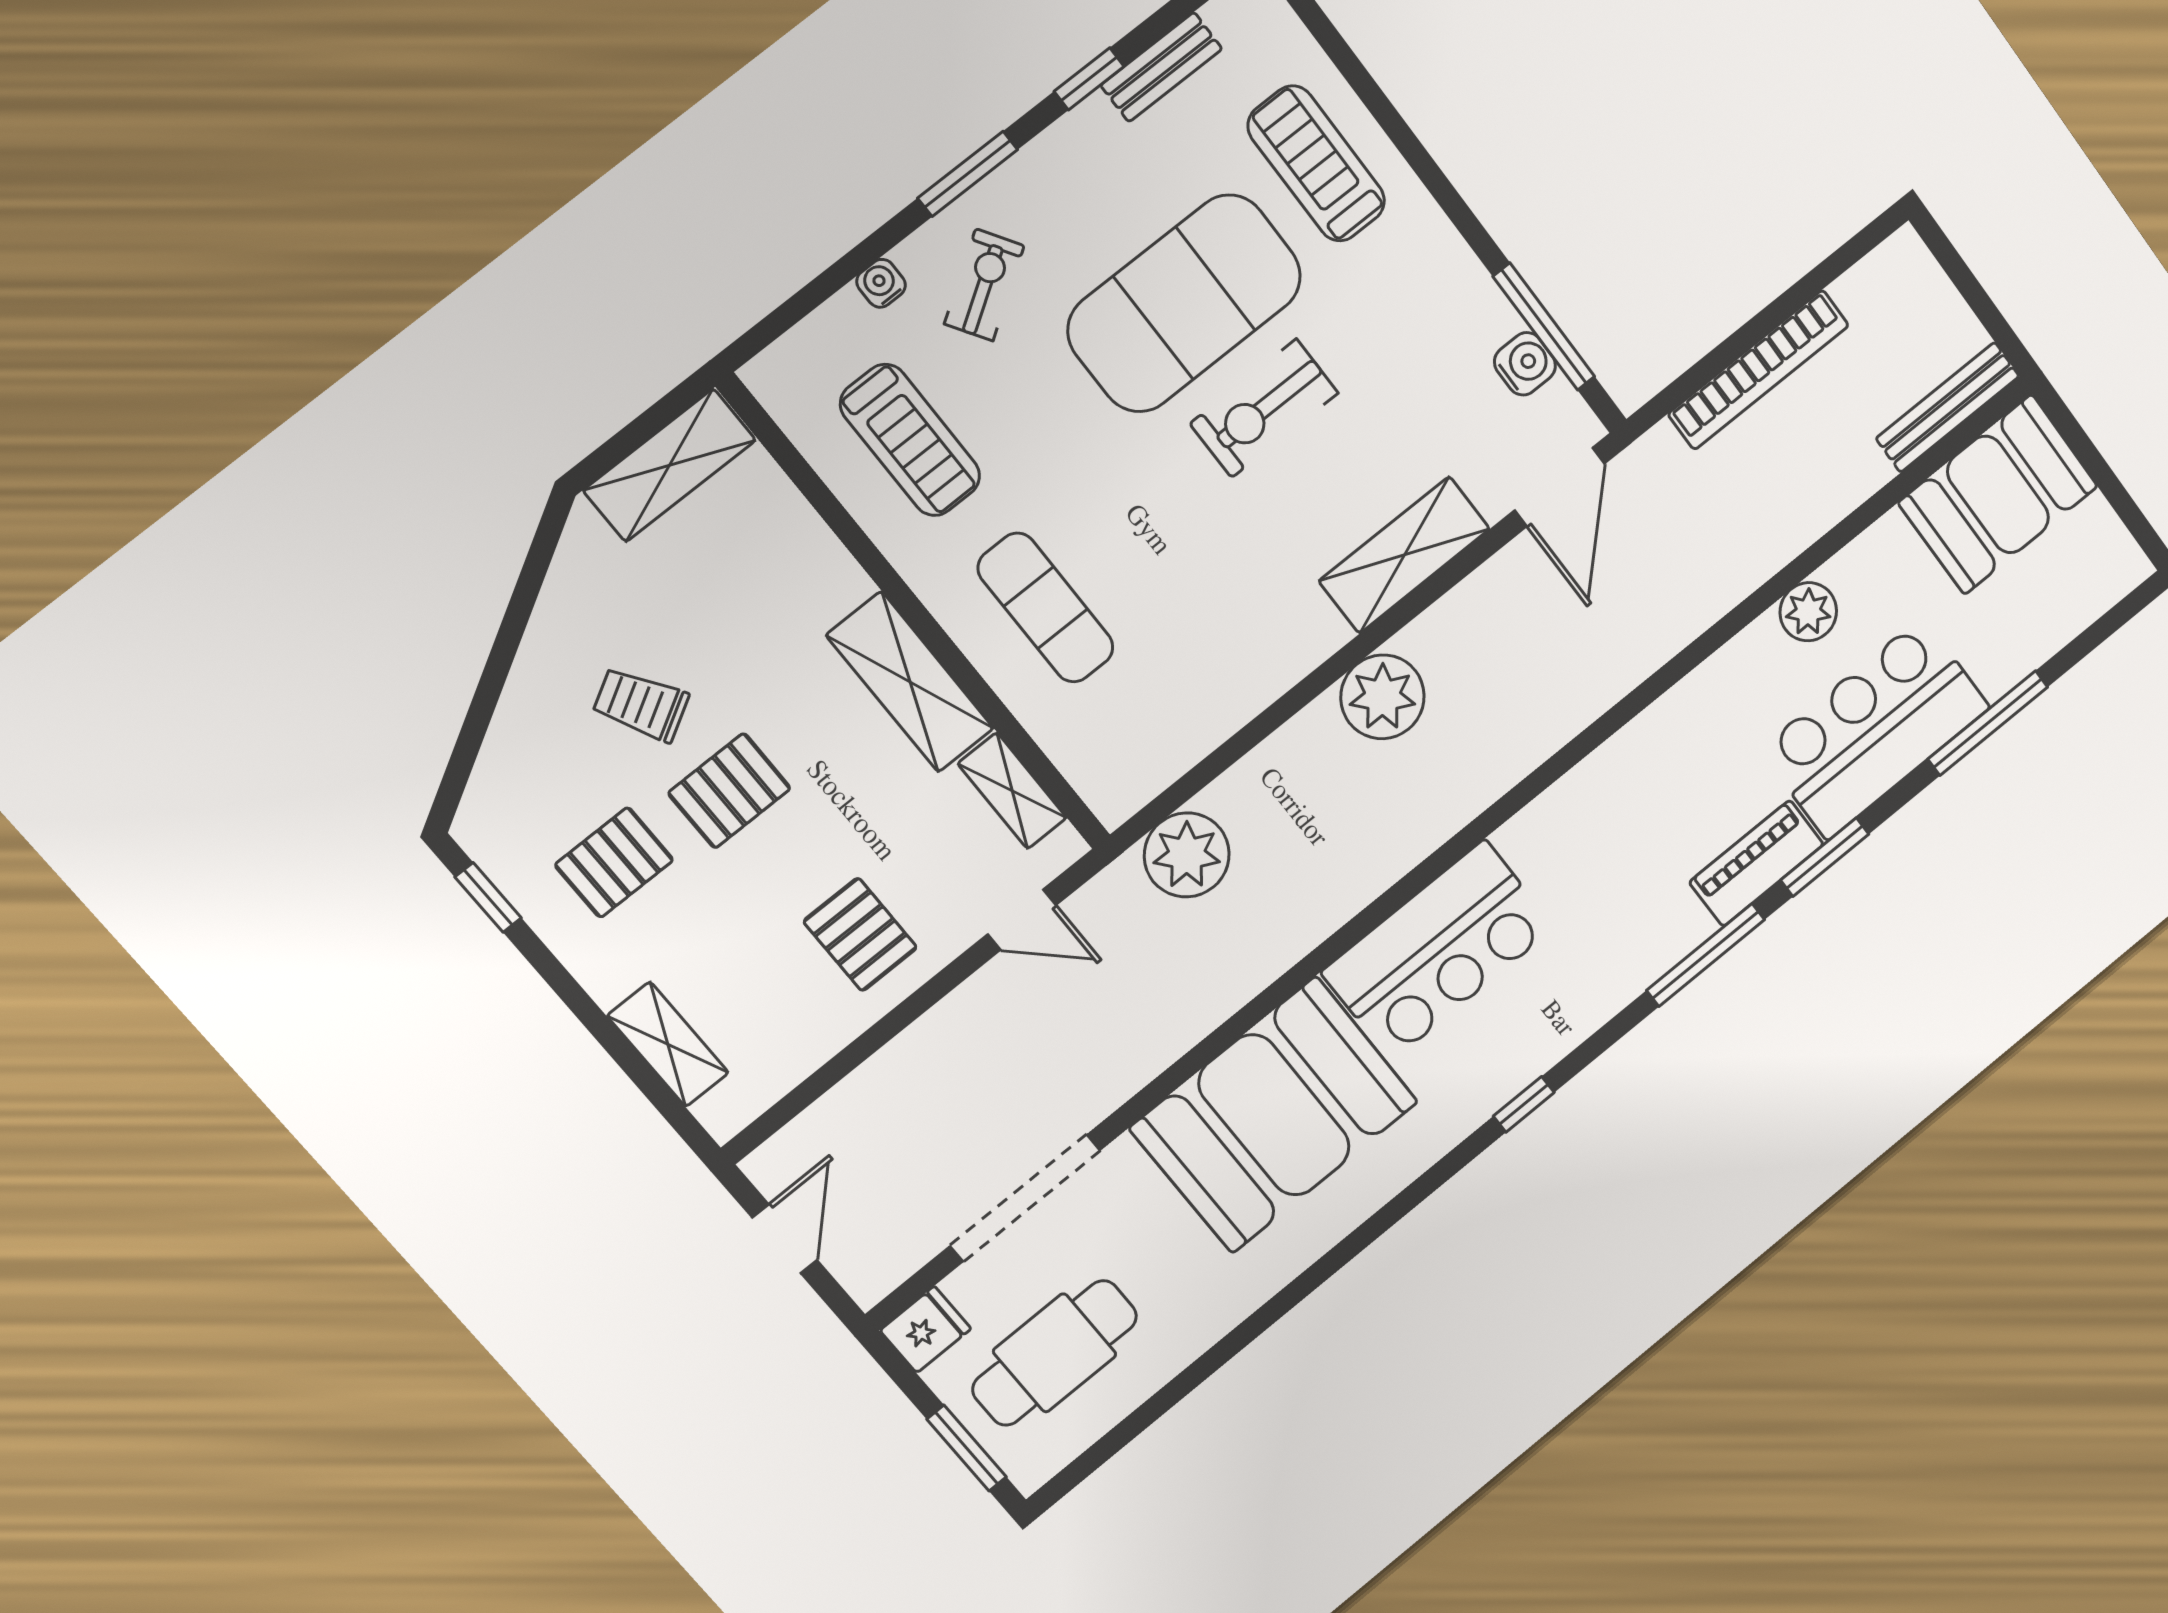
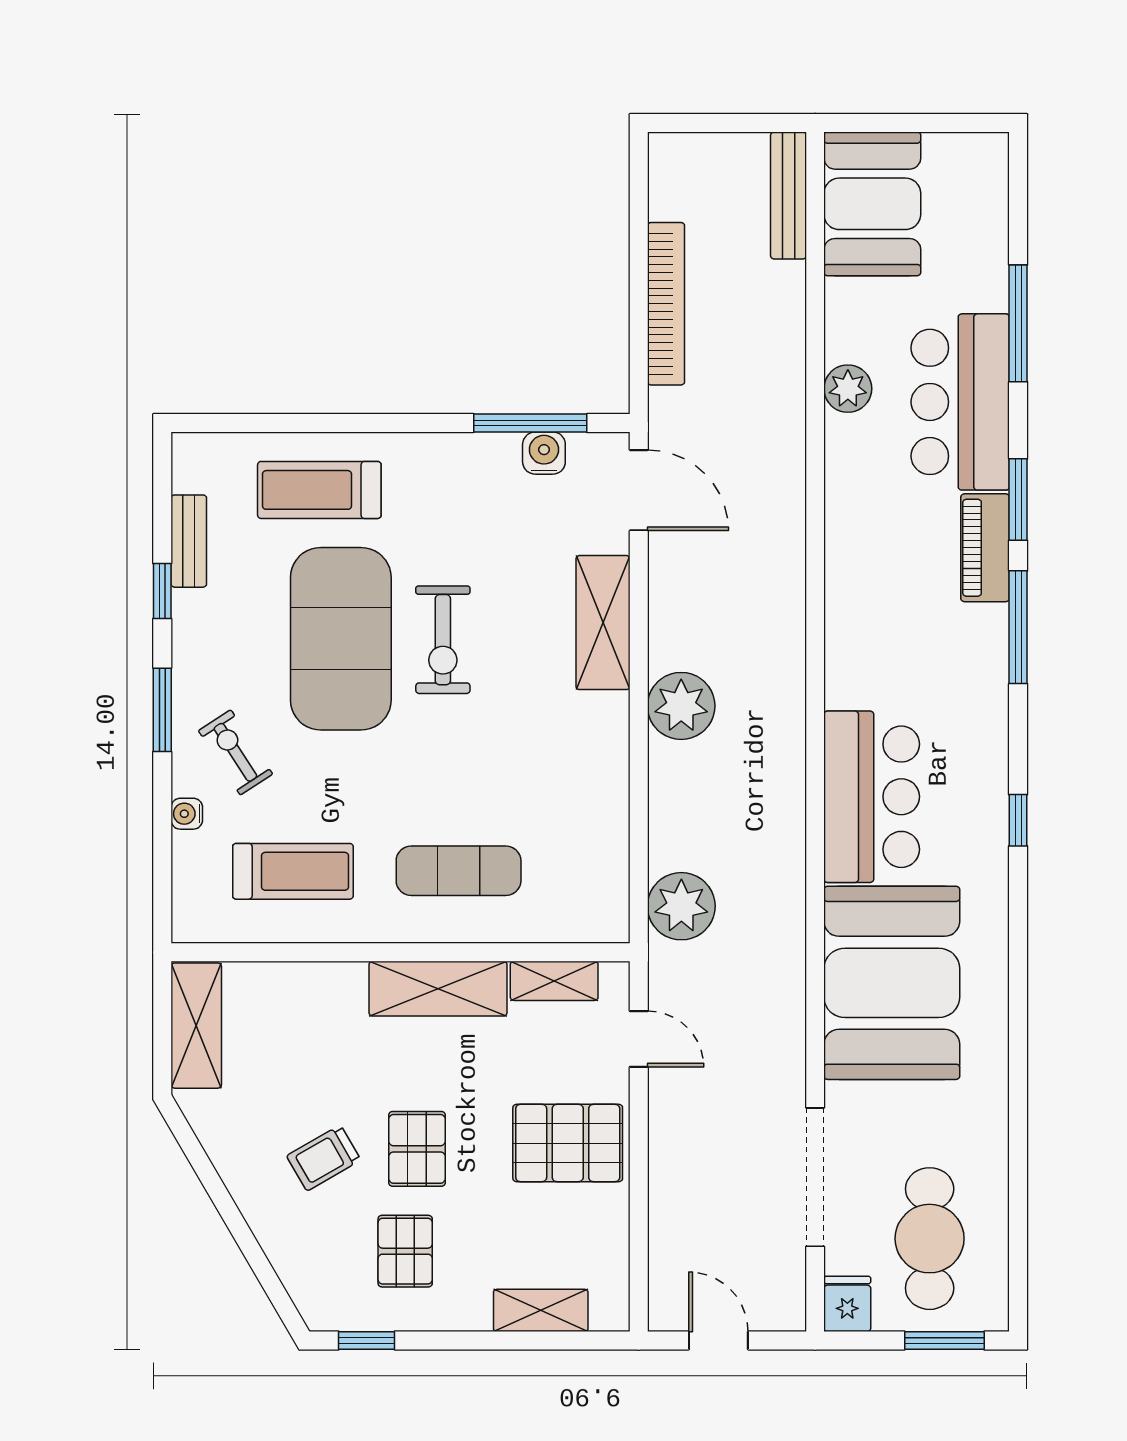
door: (1022, 920) -> (639, 1039), hinge flipped
pallet: (860, 935) -> (568, 1143), width x1.50, depth x1.42

